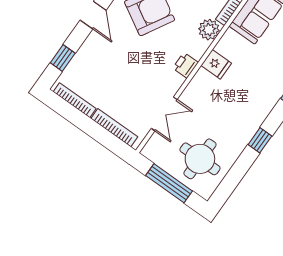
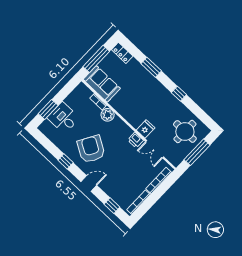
fridge: (216, 64) -> (146, 129), moved
printer: (185, 65) -> (136, 140), moved
double door: (164, 114) -> (155, 149), swing flipped

